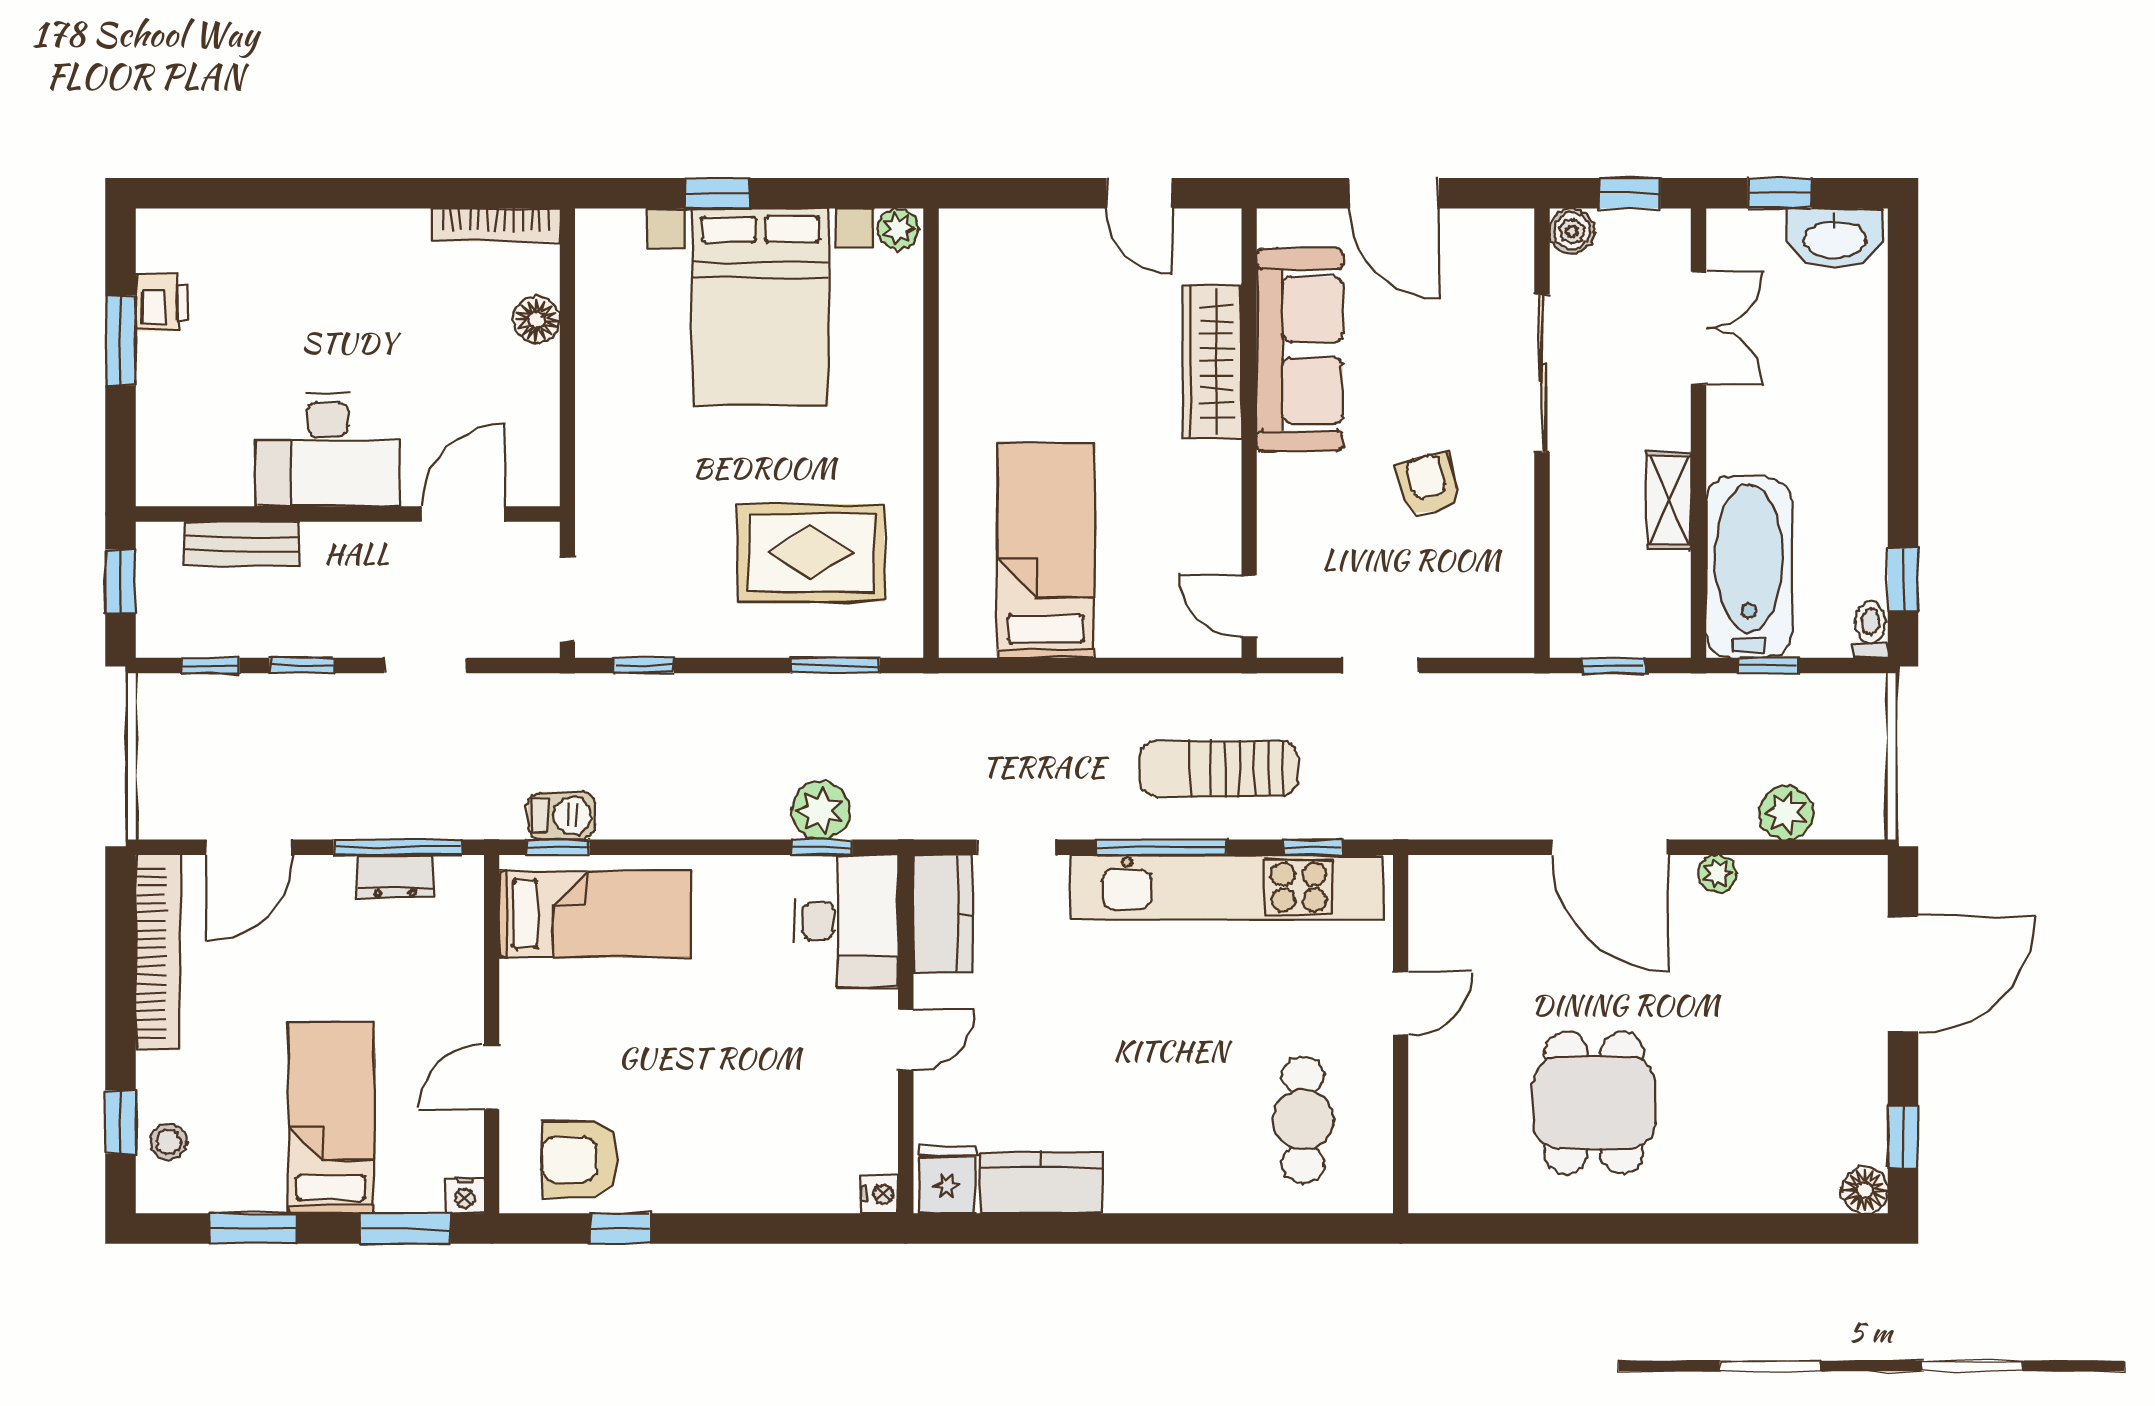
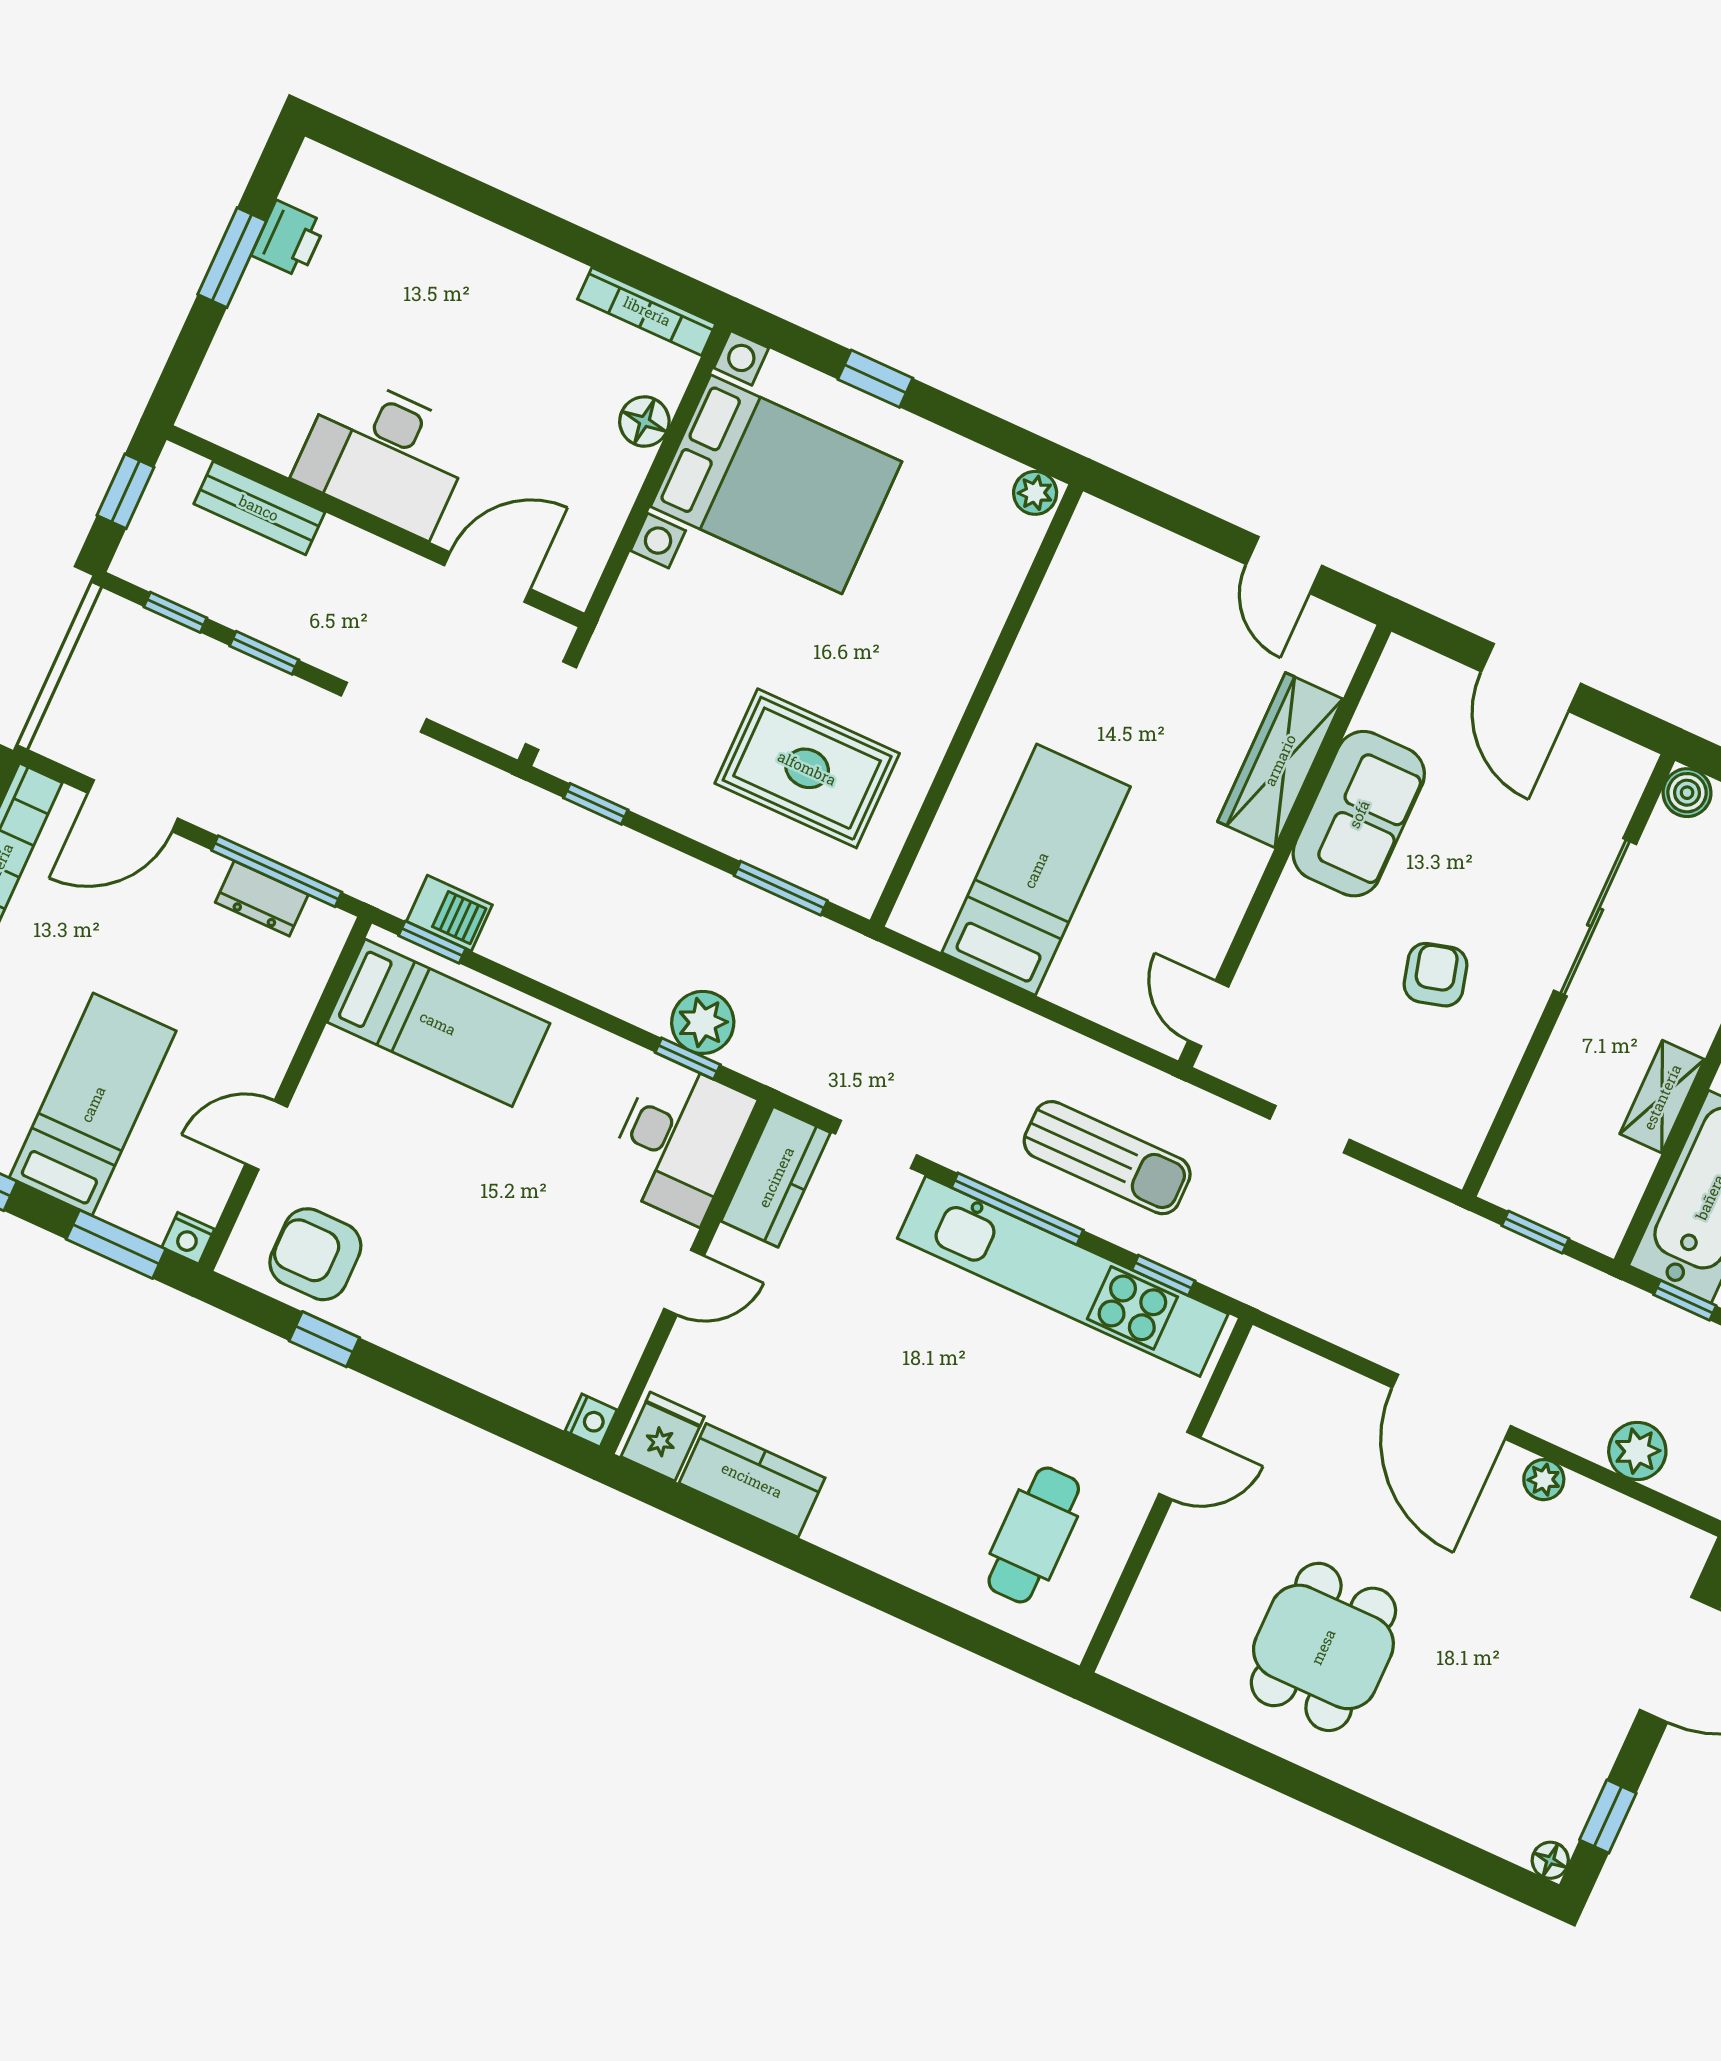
bed with nightstands: (761, 307) -> (776, 484), moved, turned -90
sofa: (1300, 350) -> (1359, 814), width x0.73
sun lounger: (1219, 769) -> (1107, 1158), turned 180
floor lamp: (1865, 1190) -> (1550, 1860), width x0.73, depth x0.73

